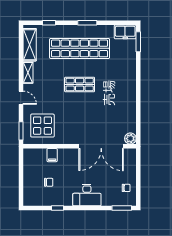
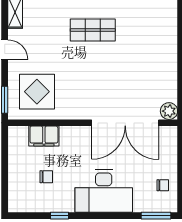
filing cabinet: (52, 155) -> (44, 136), width x2.00
desk: (87, 195) -> (104, 191), width x1.36, depth x1.30

